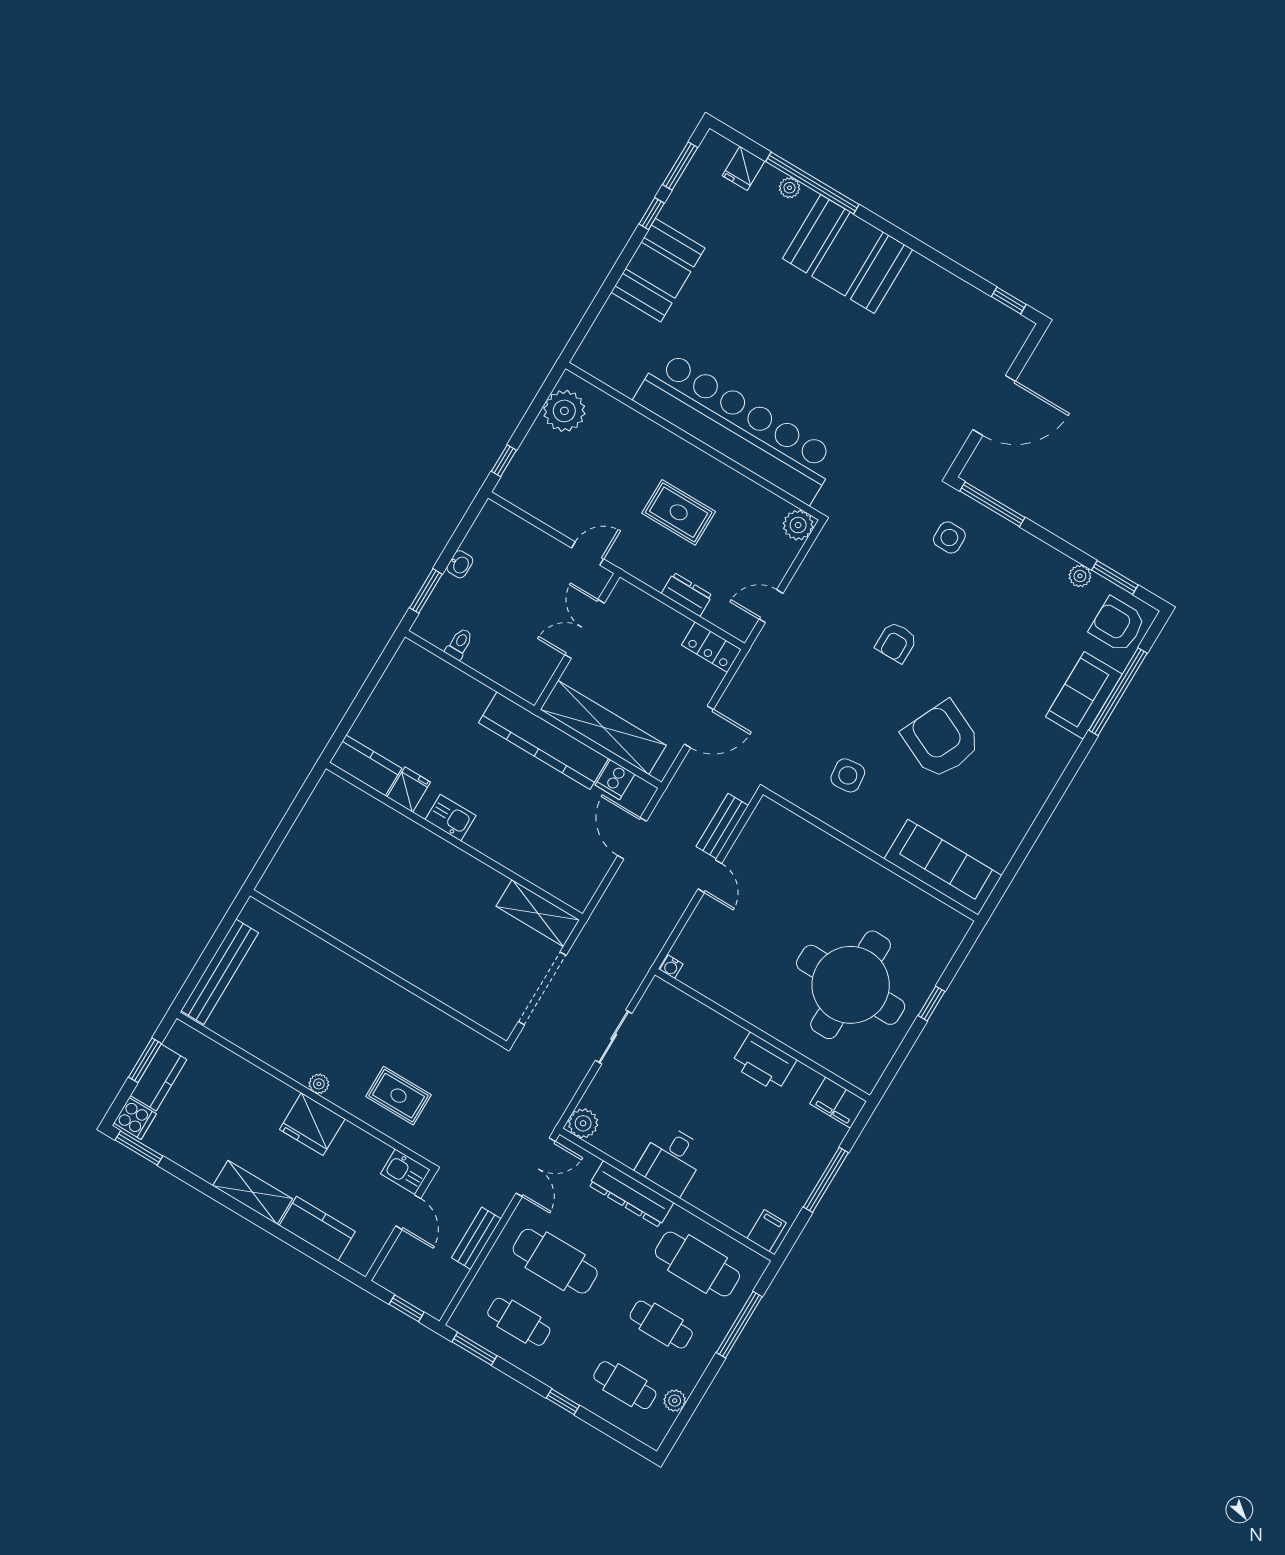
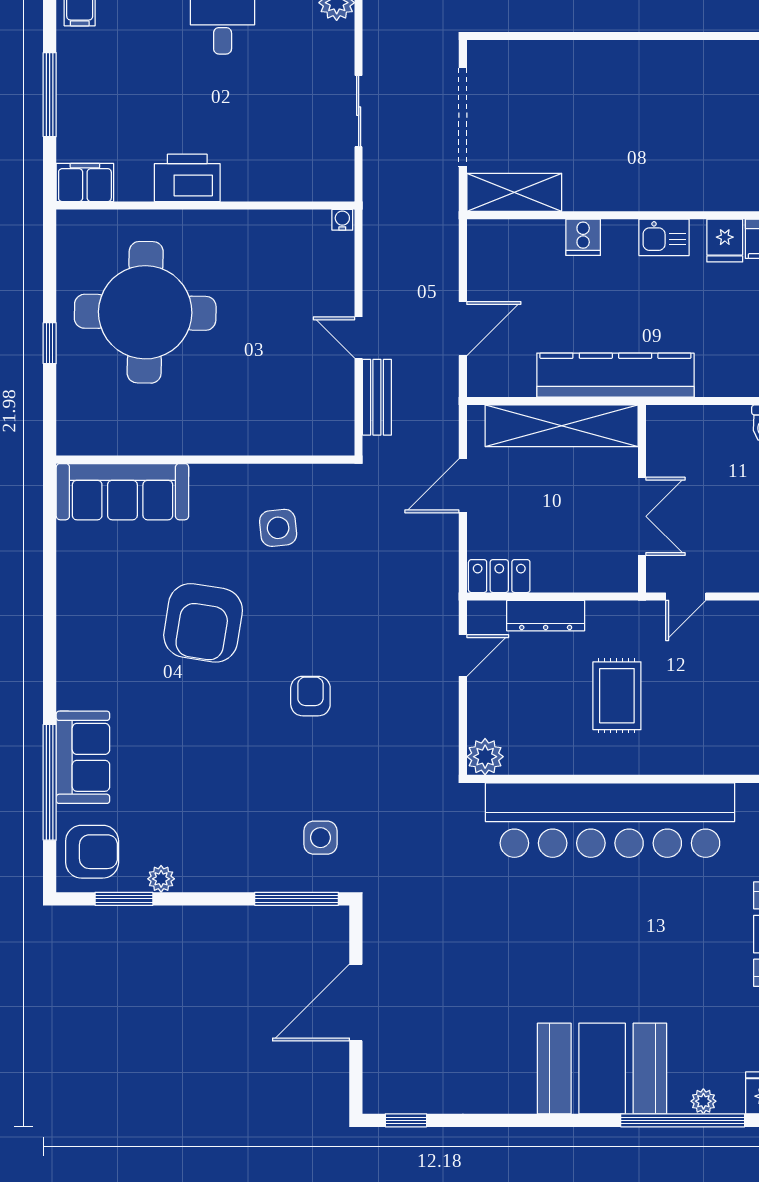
rug: (679, 512) -> (617, 696), turned 90
dresser: (687, 594) -> (546, 616), width x1.44
armchair: (941, 740) -> (203, 623), turned 74
cooker: (615, 780) -> (583, 237), moved, turned 180
door: (632, 838) -> (463, 329), hinge flipped

